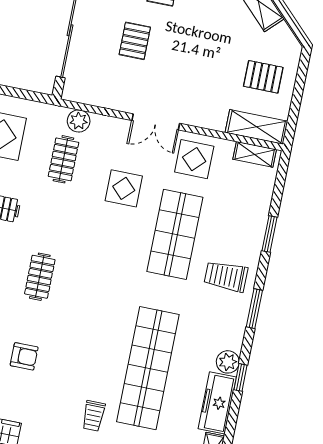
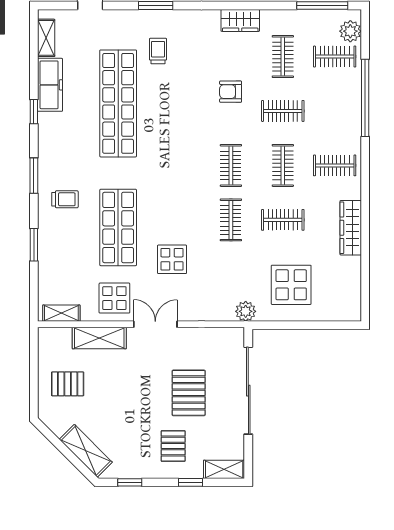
pallet: (135, 41) -> (189, 393), width x1.50, depth x1.42
plant: (79, 121) -> (246, 311), moved
shelving: (256, 127) -> (99, 338), moved
clothes rail: (63, 159) -> (231, 220), moved
trolley: (226, 276) -> (65, 199), width x0.73, depth x0.72
plant: (228, 362) -> (48, 123), removed

